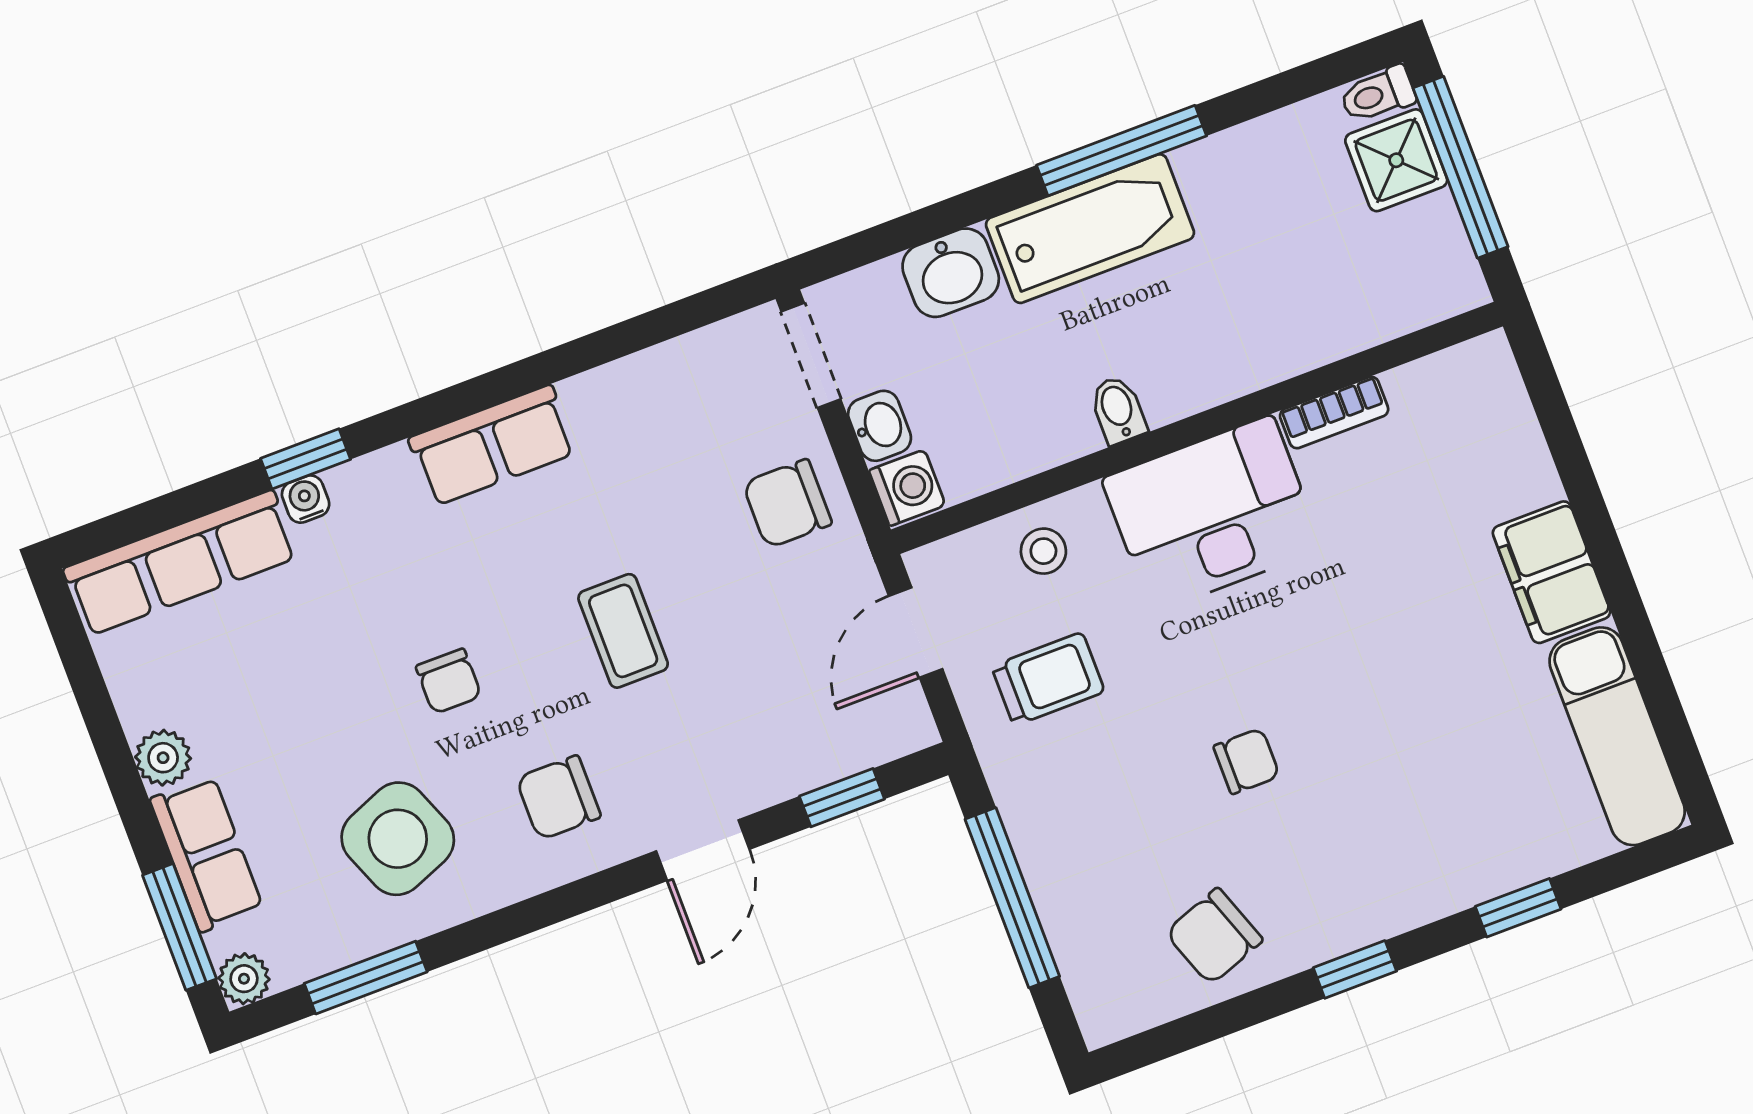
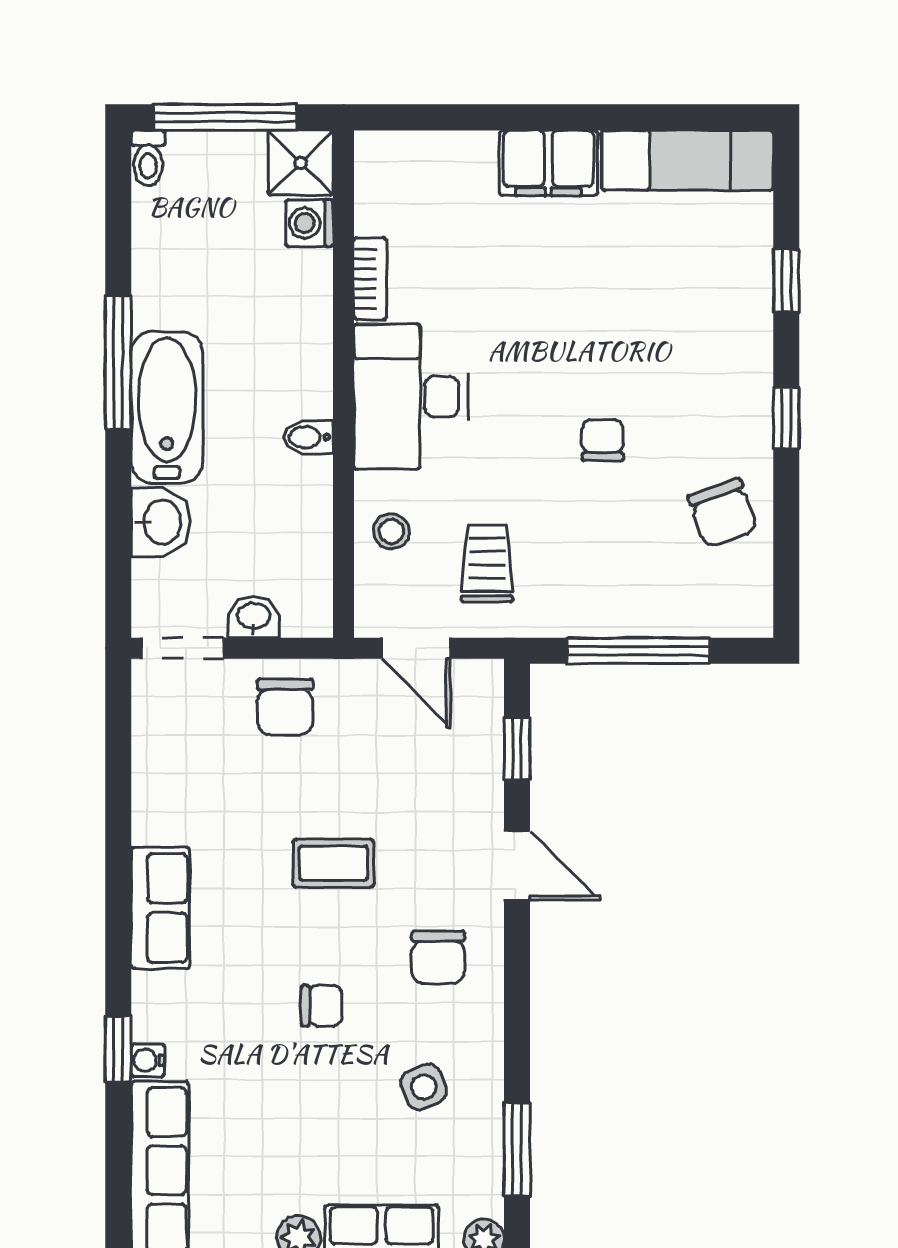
shower: (1396, 160) -> (301, 163), moved
washing machine: (907, 488) -> (309, 223), moved, turned -90
side table: (398, 839) -> (424, 1087), width x0.54, depth x0.54

